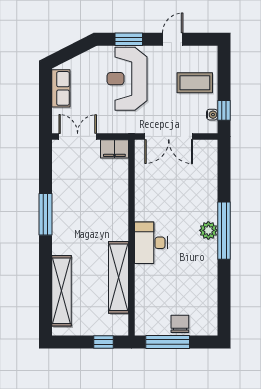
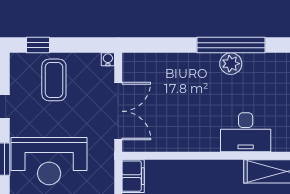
window: (224, 110) -> (38, 45), moved
water cooler: (212, 115) -> (108, 59), moved

